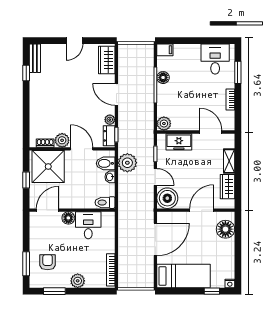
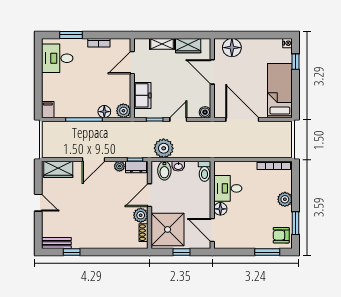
floor lamp: (163, 78) -> (104, 112), moved
boiler: (167, 198) -> (205, 112), width x0.54, depth x0.54
armchair: (48, 262) -> (281, 235), moved

